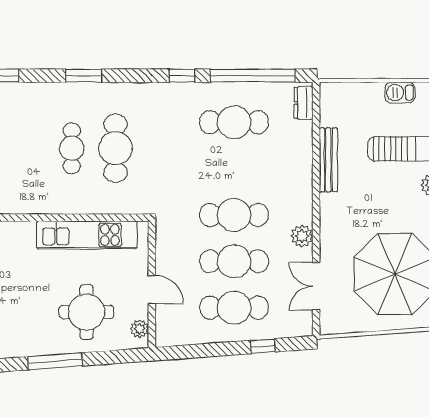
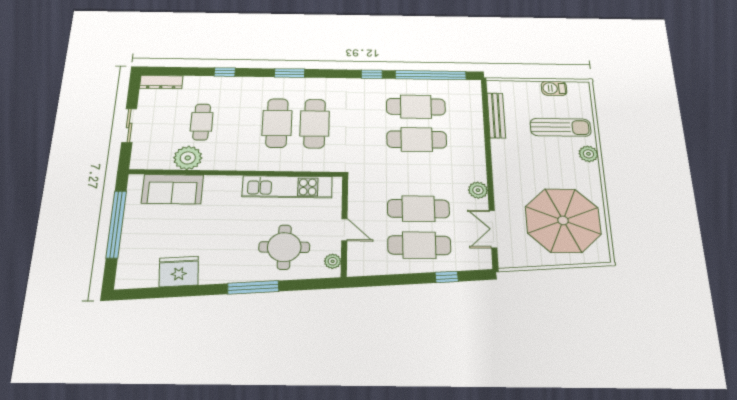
dresser: (304, 103) -> (474, 94), removed
cafe table: (72, 148) -> (277, 123), width x1.37, depth x1.35
bench: (328, 160) -> (496, 115), moved
cafe table: (234, 215) -> (417, 139), moved

